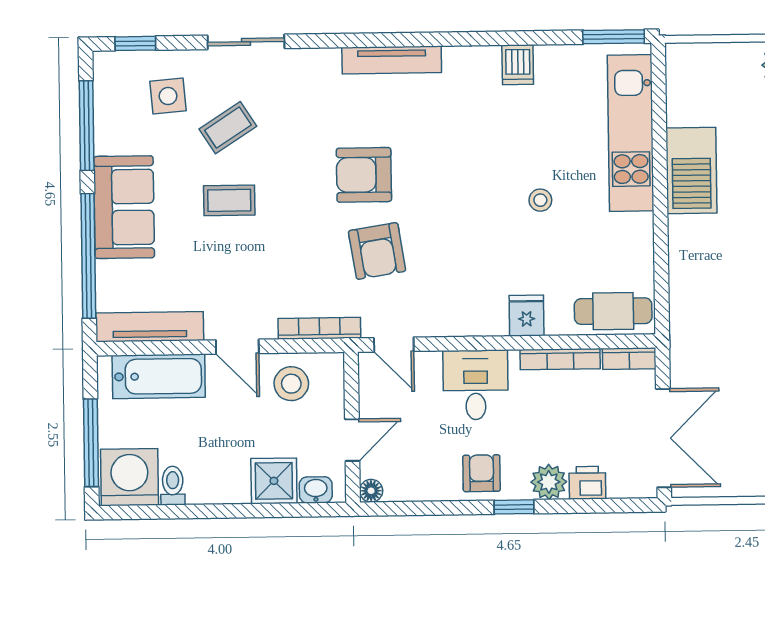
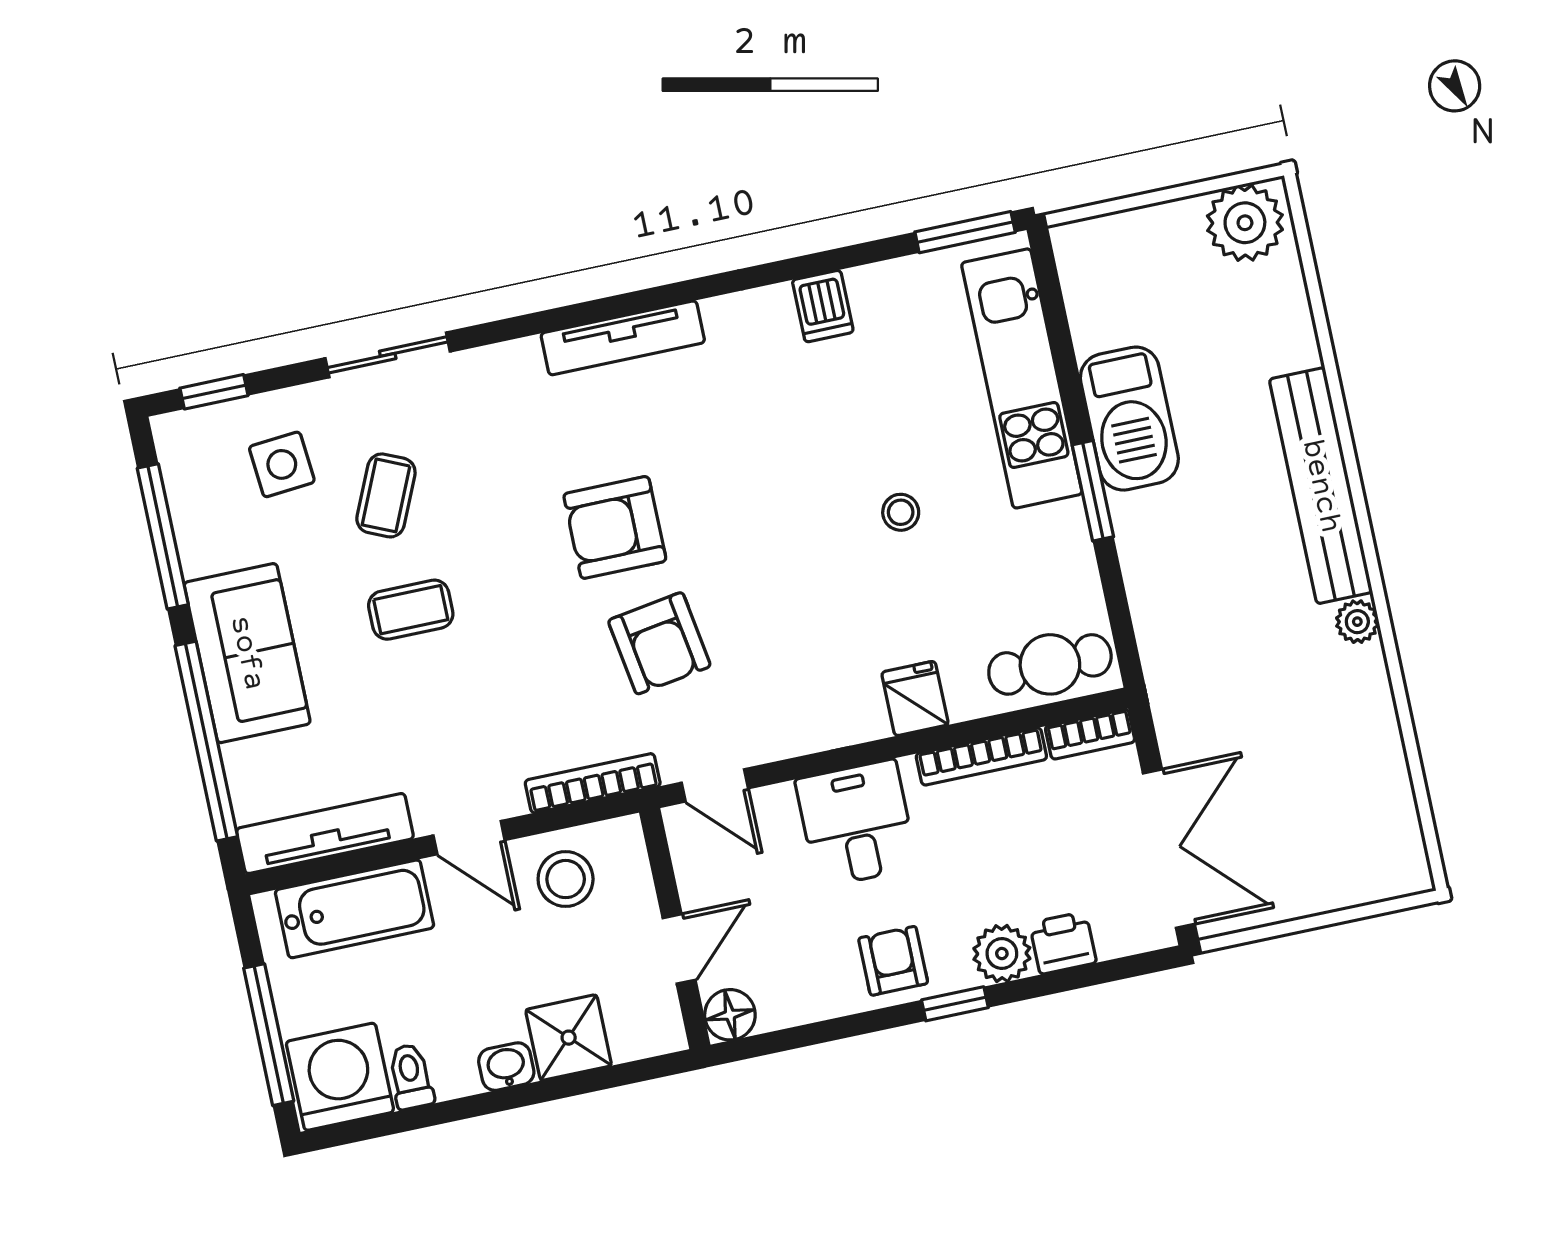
coffee table: (228, 128) -> (386, 495), turned -33
window: (660, 210) -> (1093, 491), added
washbasin: (316, 490) -> (506, 1067), moved
floor lamp: (371, 491) -> (730, 1015), width x1.37, depth x1.37

